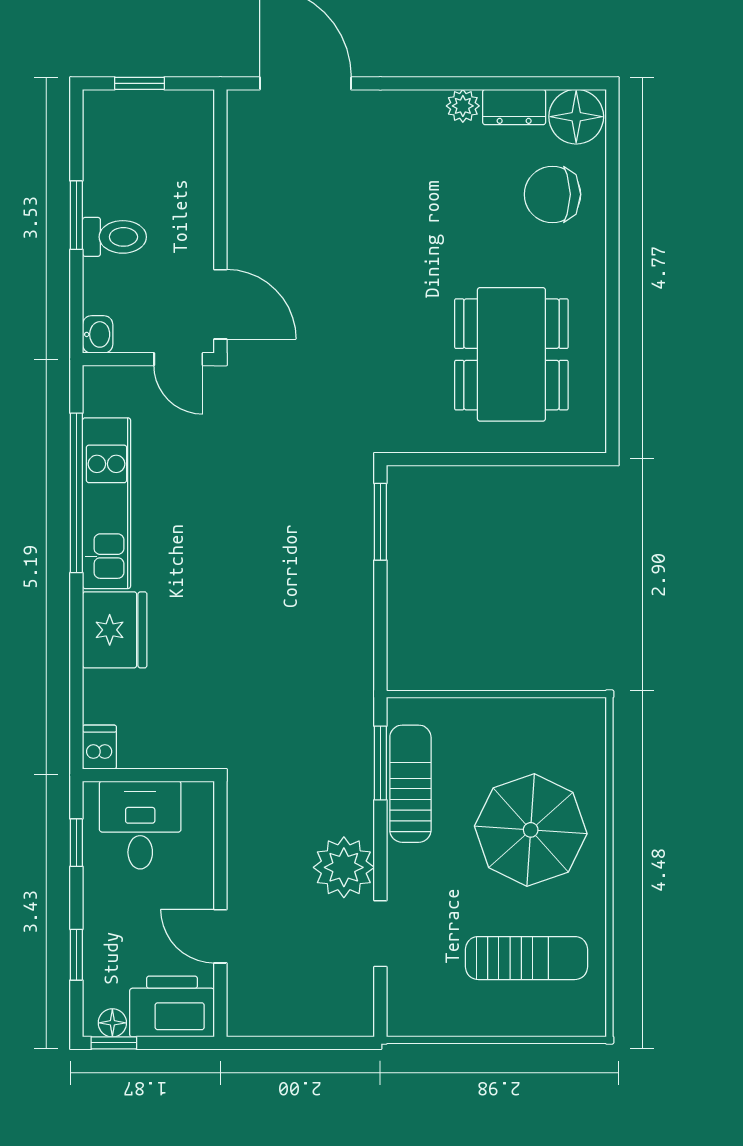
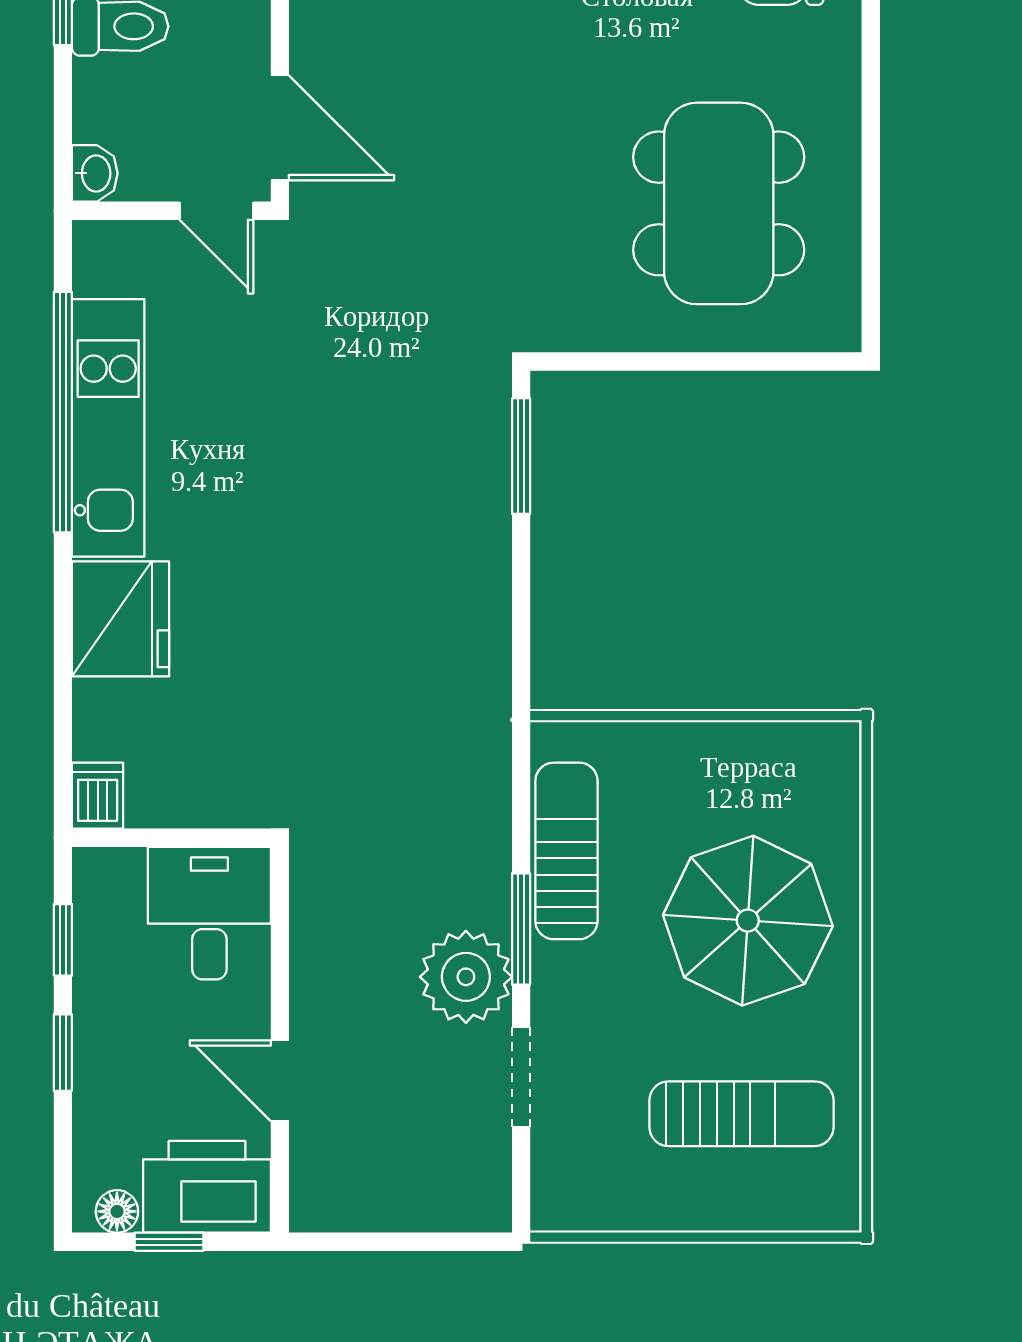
window: (380, 763) -> (521, 929), moved
desk: (140, 825) -> (209, 913), moved
window: (76, 955) -> (63, 1053), moved
window: (114, 1043) -> (169, 1242), moved

